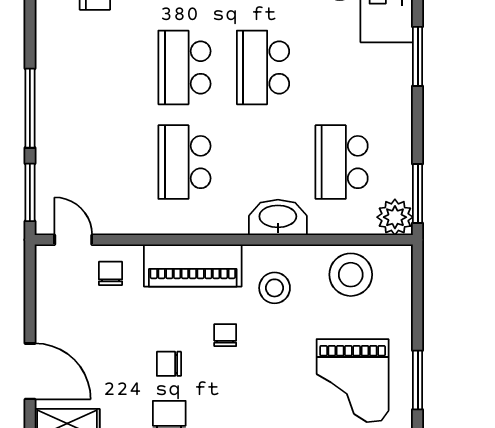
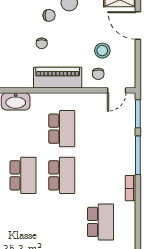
bookcase: (45, 42) -> (131, 188), added
door: (73, 240) -> (117, 90), hinge flipped
stool: (275, 288) -> (102, 51), moved
chair: (169, 364) -> (49, 15), moved

